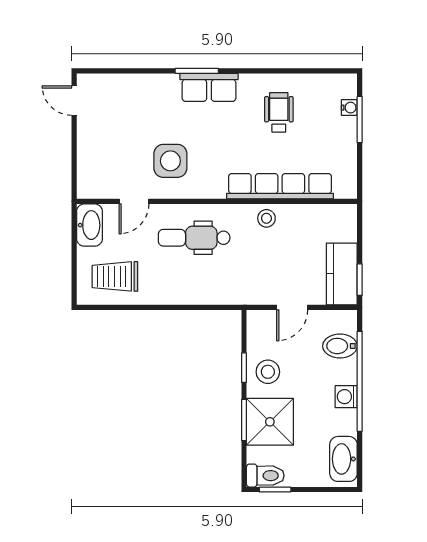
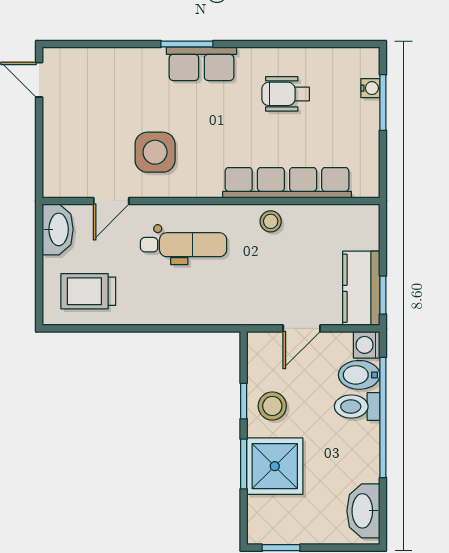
wheelchair: (279, 112) -> (286, 94), turned -90
dental chair: (194, 238) -> (184, 245), turned 180
washing machine: (346, 397) -> (367, 345), moved
toilet: (265, 476) -> (357, 406), moved, turned 180

